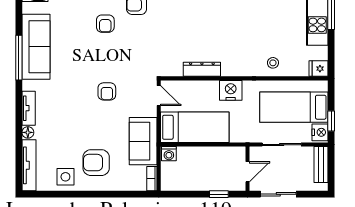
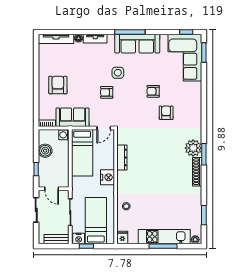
side table: (65, 177) -> (118, 73), moved
boiler: (192, 181) -> (45, 151), added

